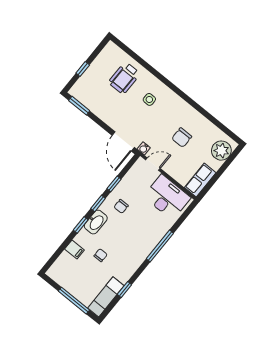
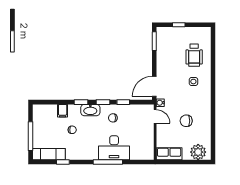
wheelchair: (124, 78) -> (194, 55), turned -90
desk: (167, 197) -> (114, 148), moved, turned 90

